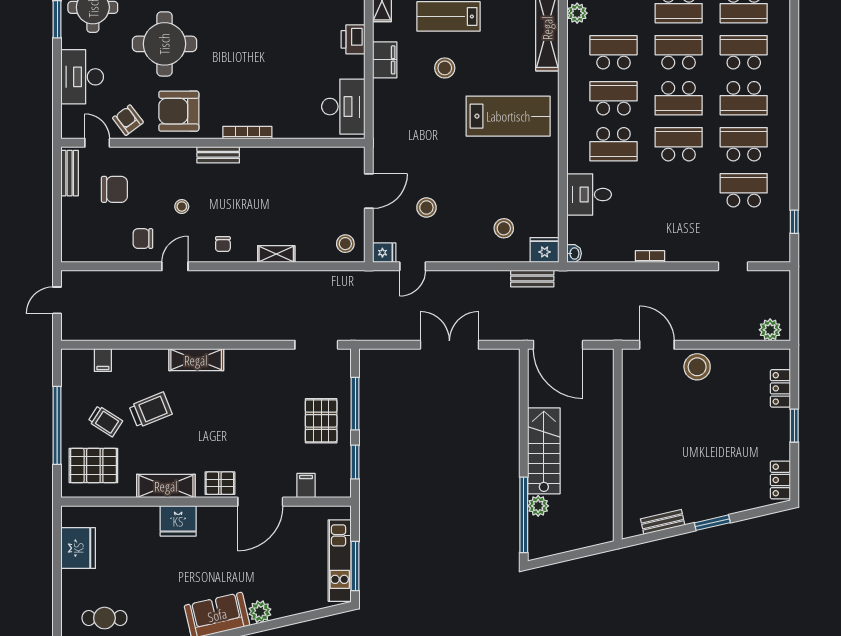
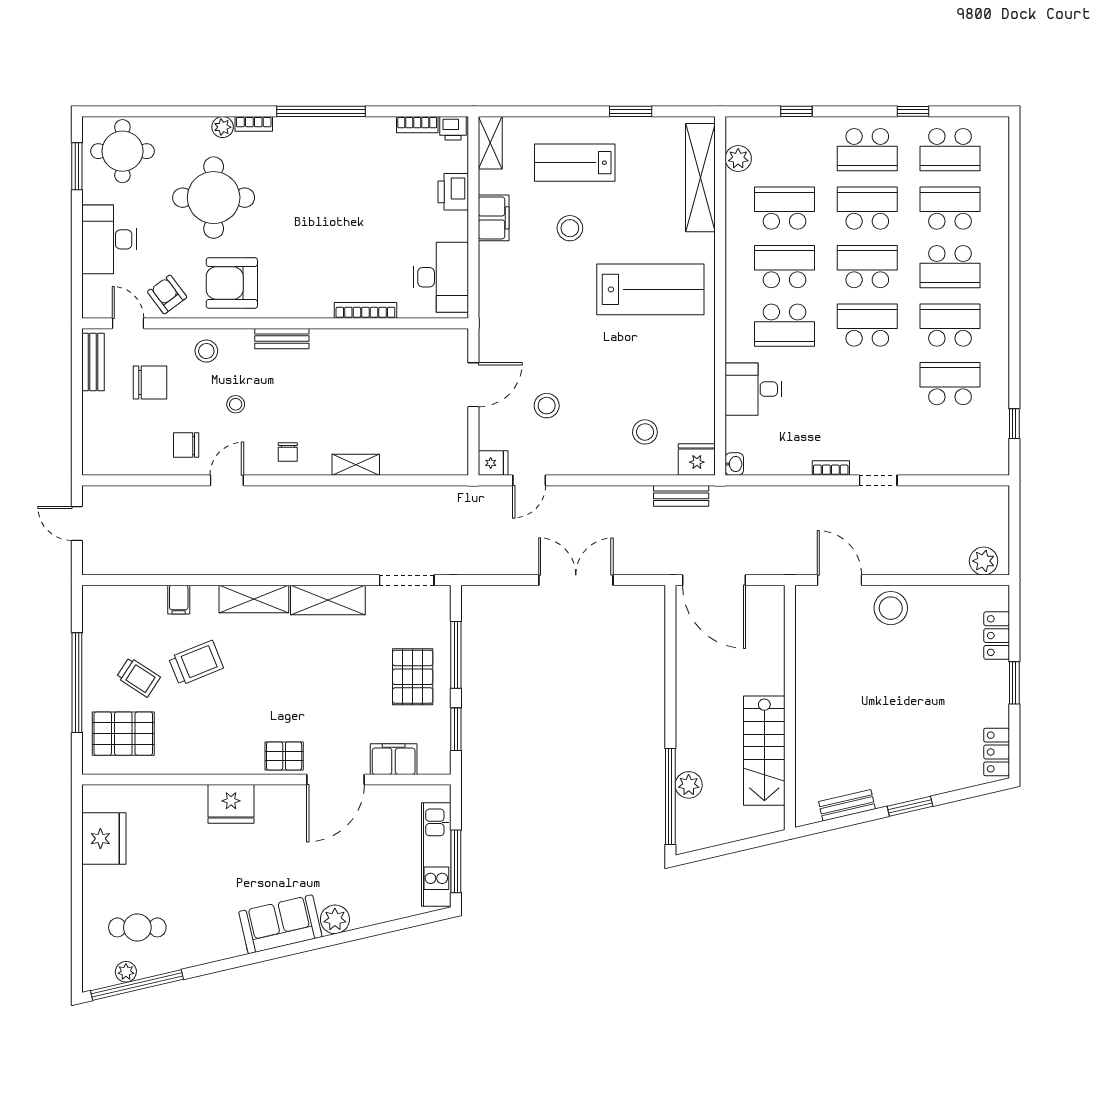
school desk: (679, 98) -> (867, 267), turned 180
bookcase: (247, 133) -> (365, 310), moved
stool: (345, 244) -> (206, 351), moved
doorway: (733, 266) -> (878, 480), moved
door: (57, 300) -> (77, 524), hinge flipped
filing cabinet: (103, 360) -> (179, 600), moved
stairs: (544, 451) -> (764, 751), moved, turned 180
shelving: (166, 486) -> (328, 600), moved
filing cabinet: (306, 486) -> (394, 759), width x2.00

